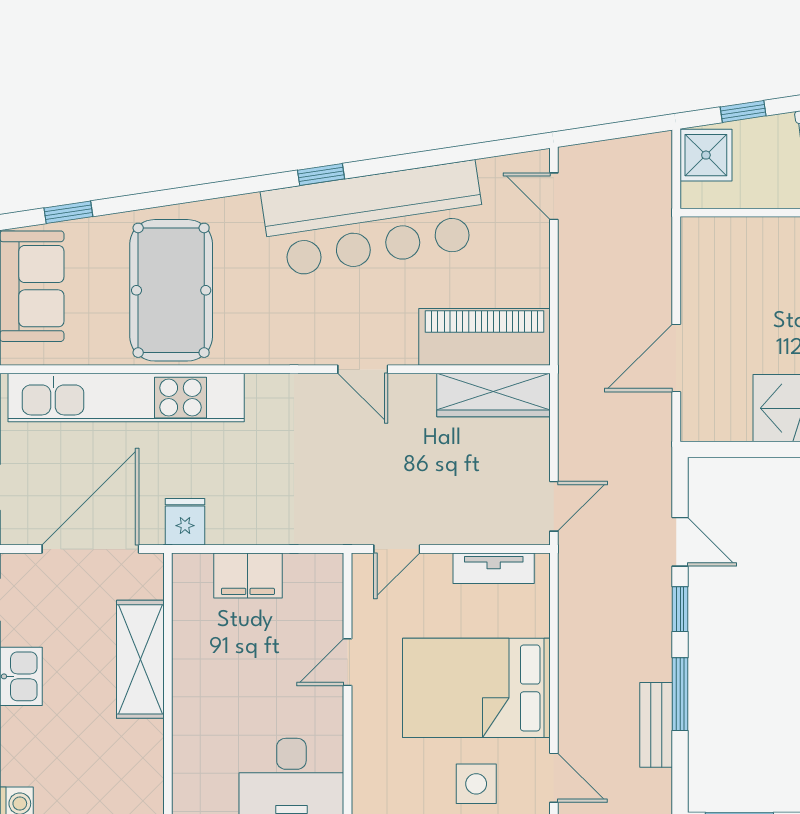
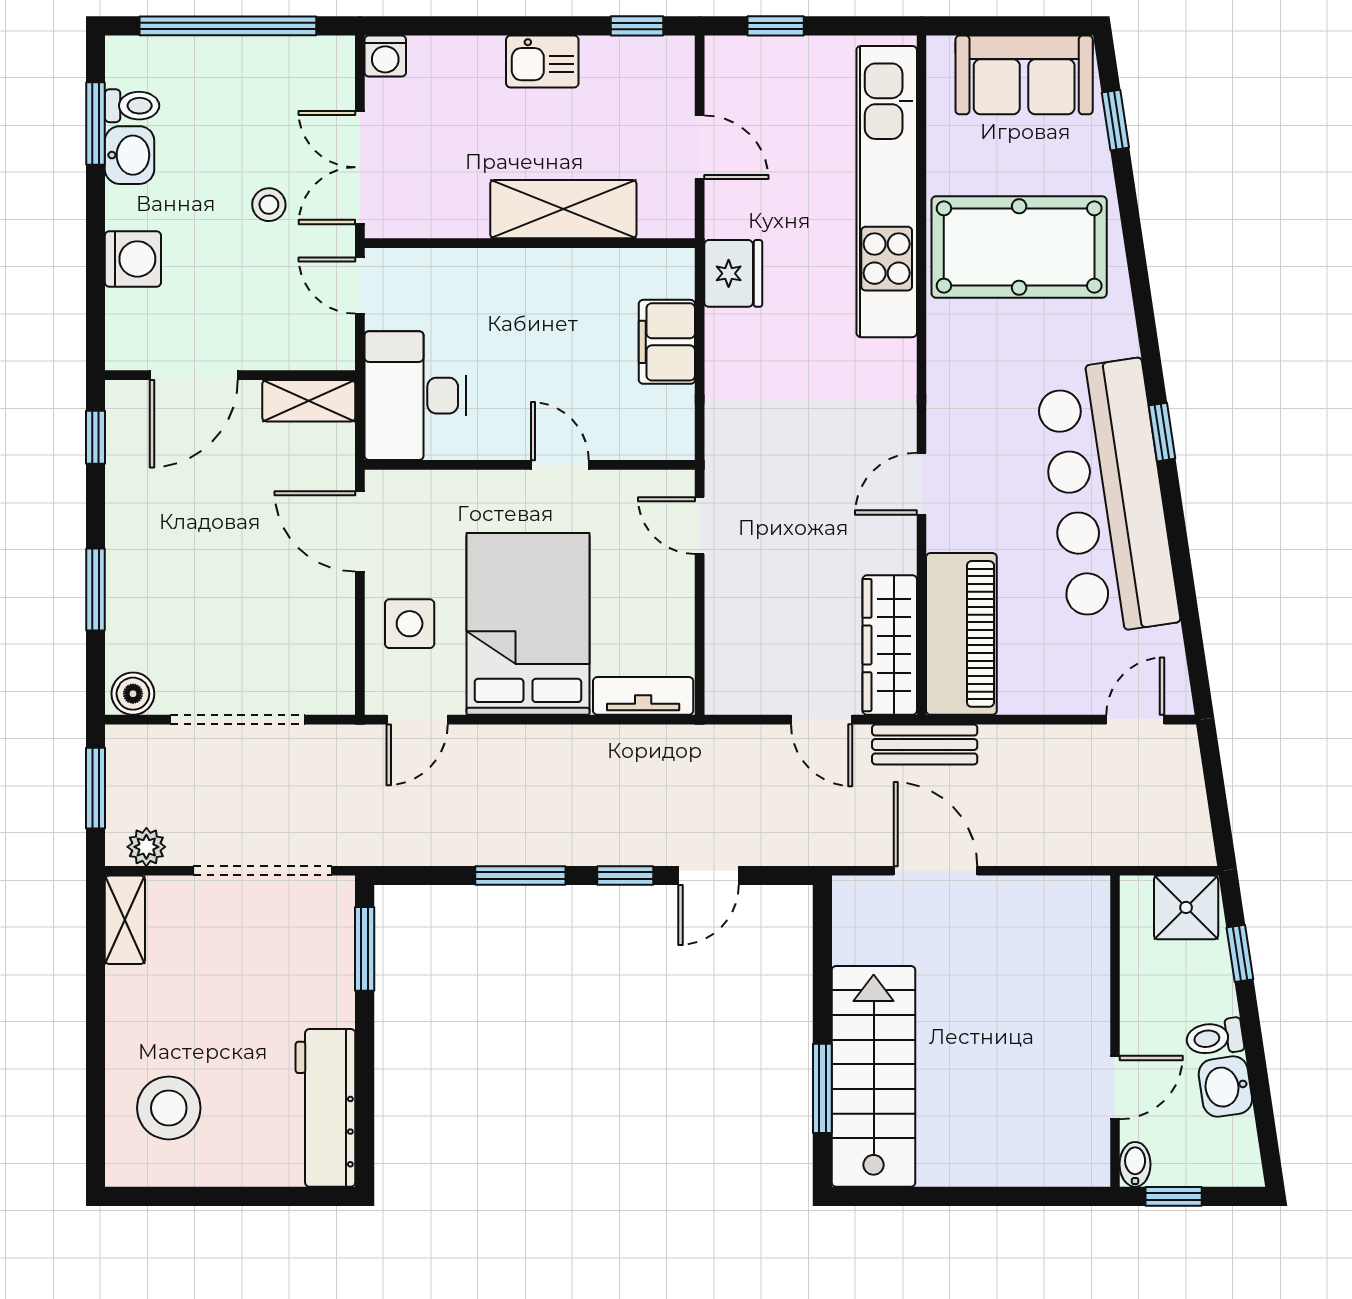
door: (554, 506) -> (822, 720), moved
fridge: (185, 522) -> (733, 273), width x1.38
door: (90, 549) -> (700, 147), width x0.53
tv unit: (494, 568) -> (643, 696), moved, turned 90
bench: (656, 725) -> (925, 744), moved

